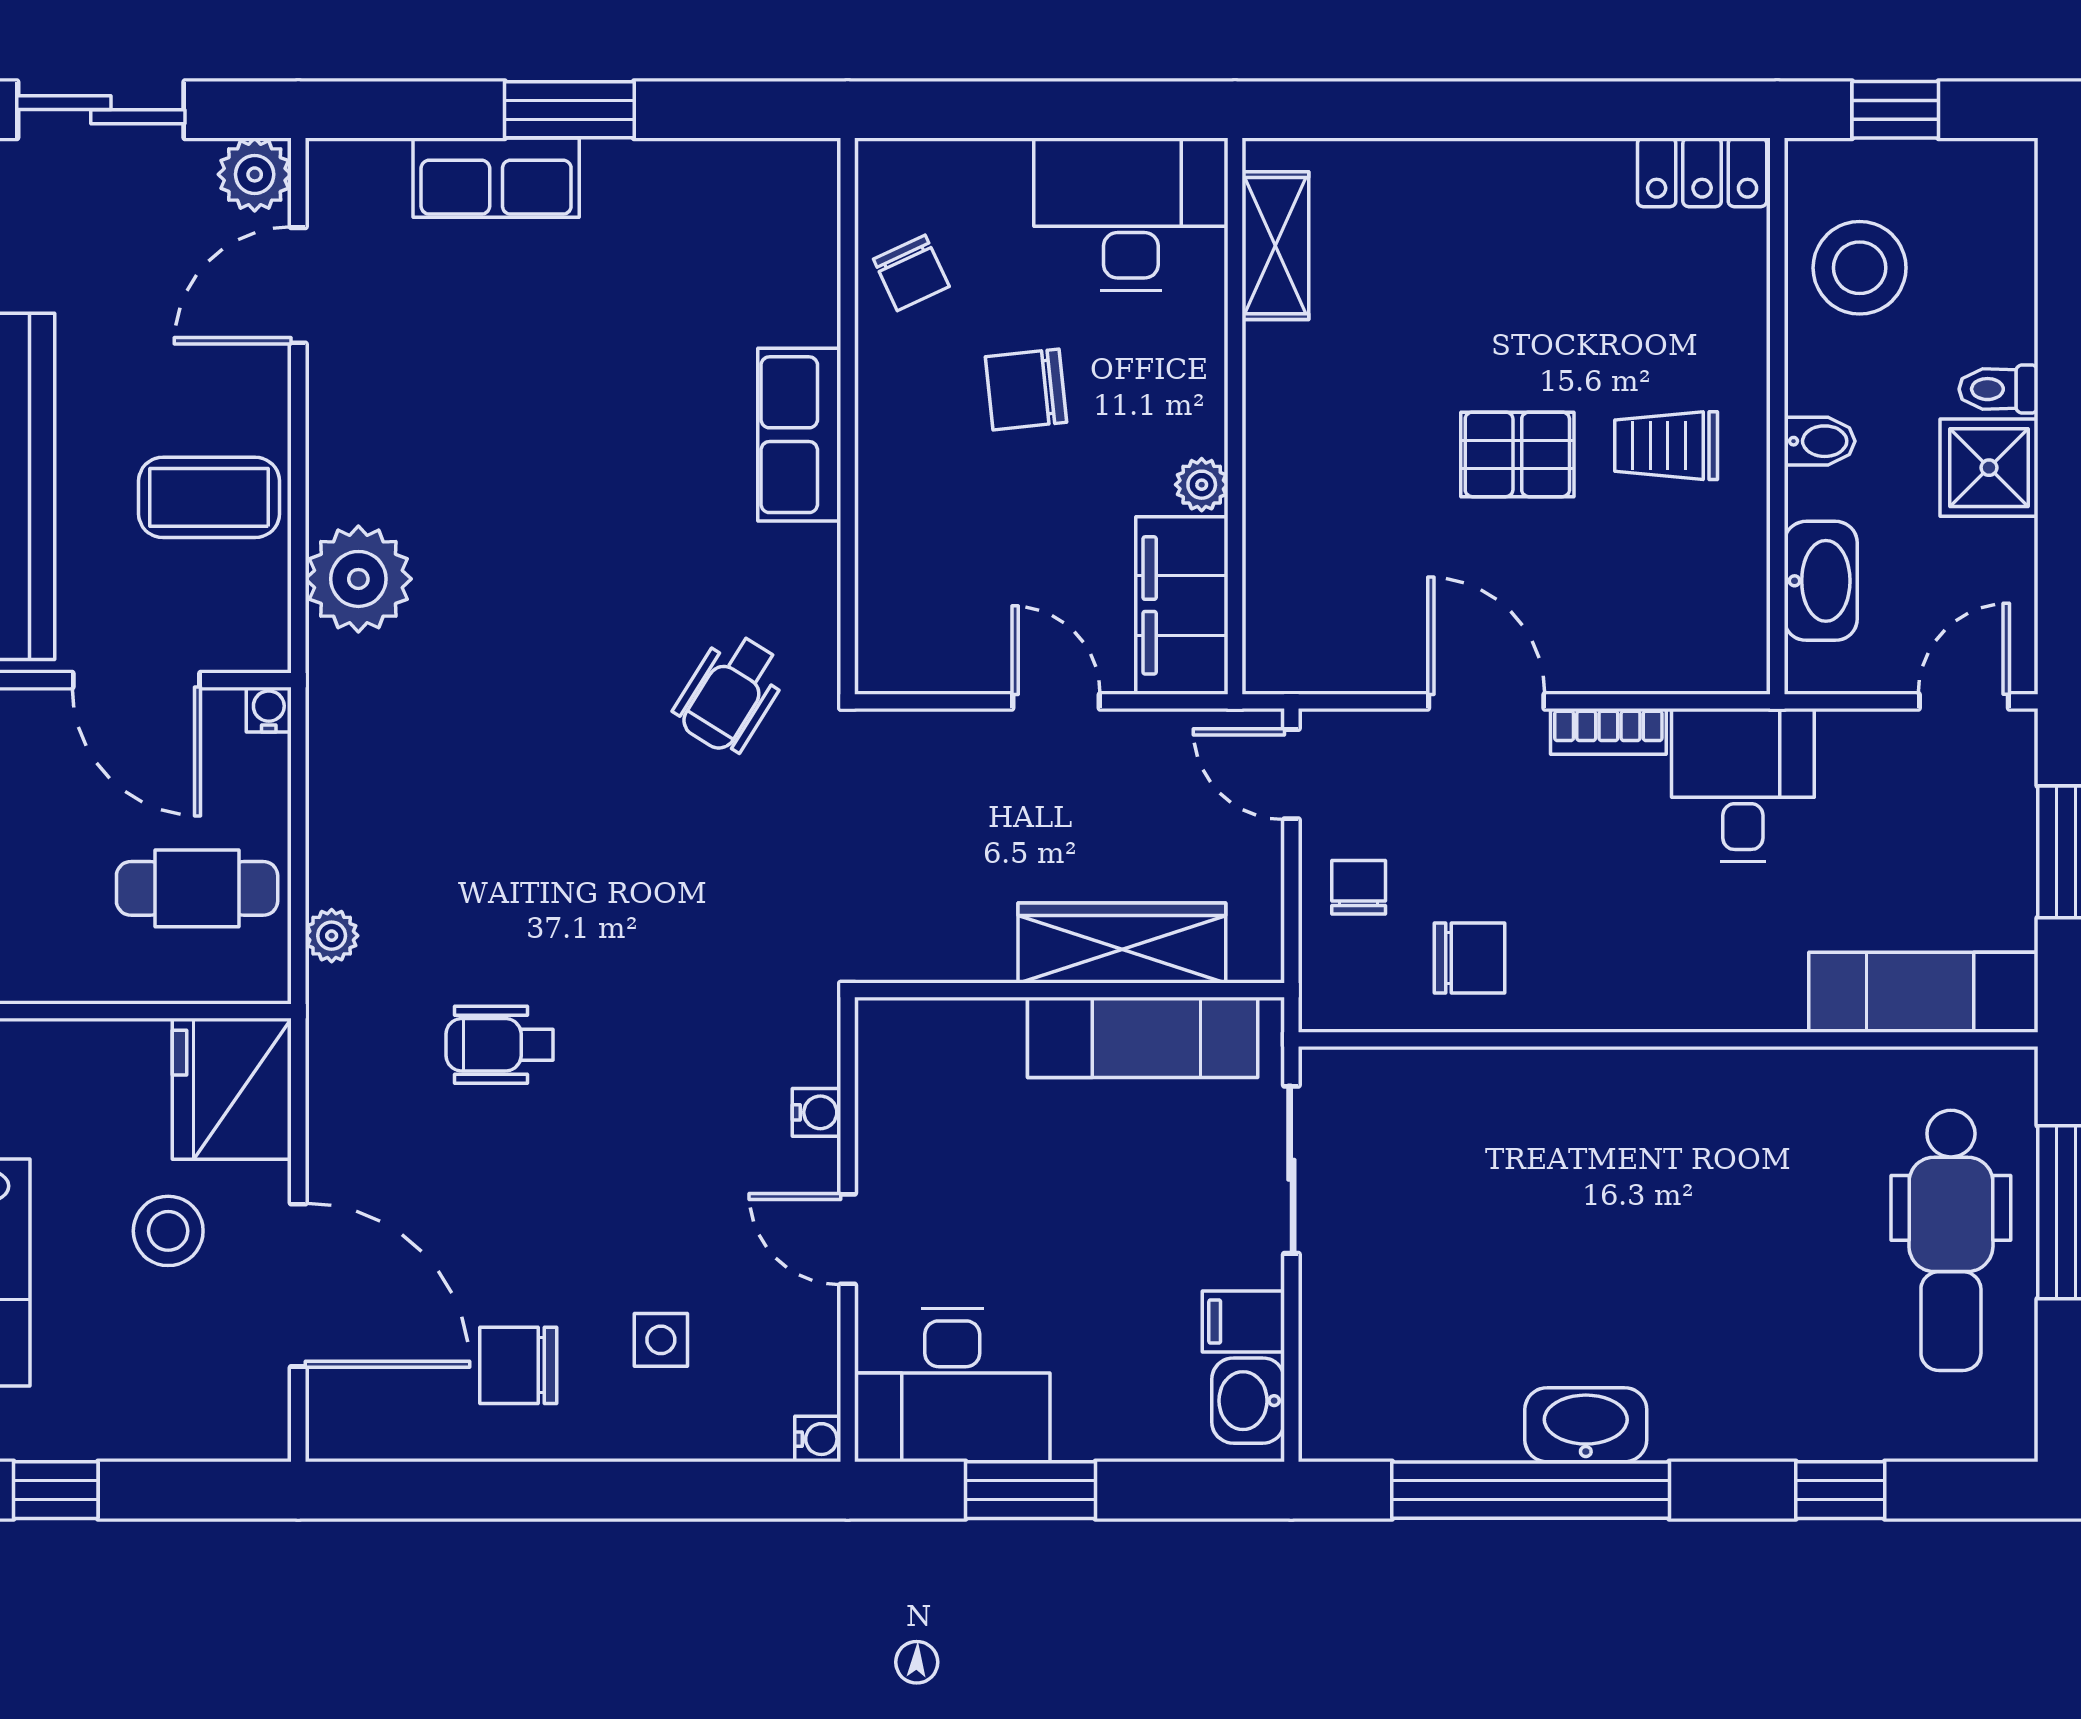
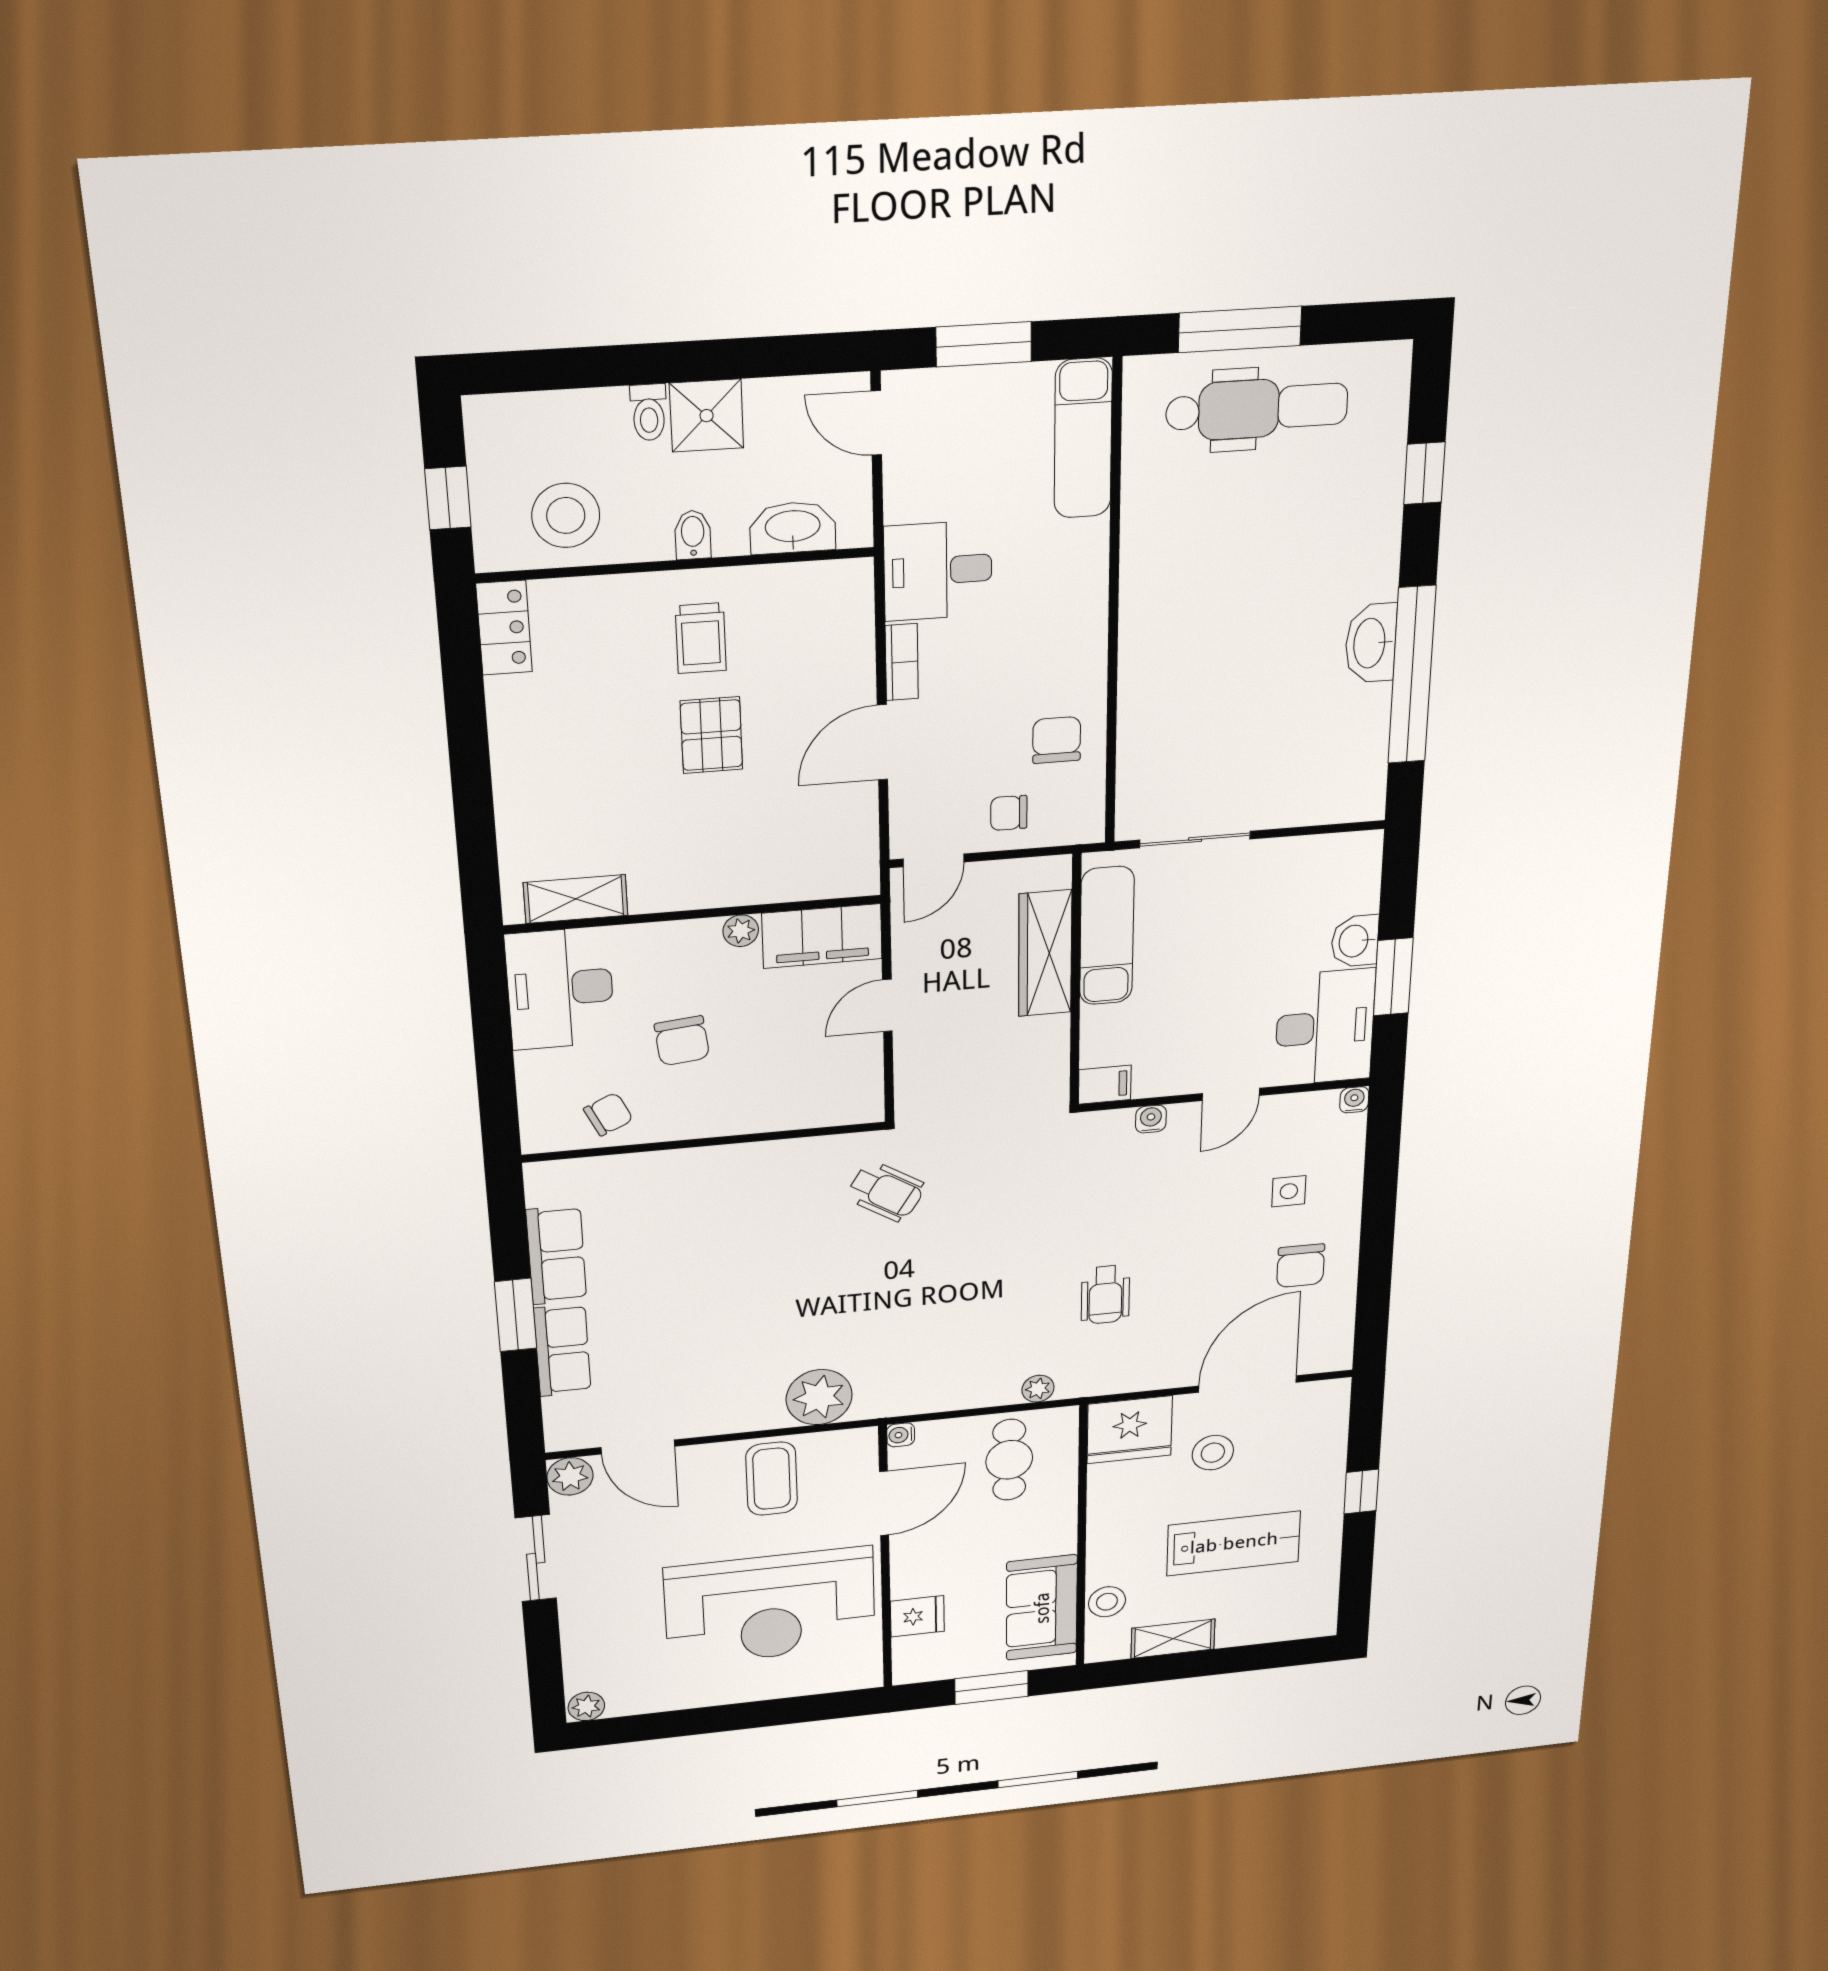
row of seats: (799, 435) -> (556, 1255), moved, turned -90
filing cabinet: (1243, 1322) -> (1105, 1085), moved, turned -90
washbasin: (1248, 1401) -> (1355, 941), moved, turned 90

